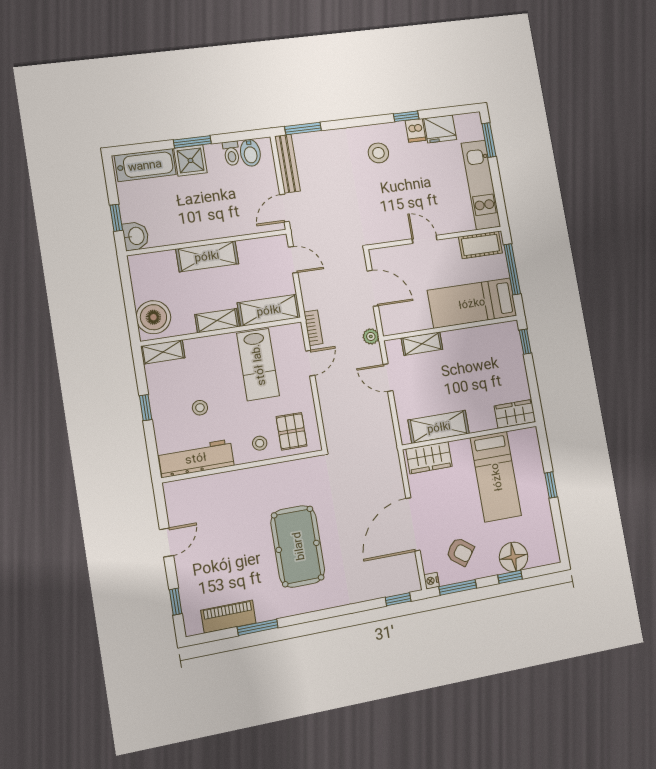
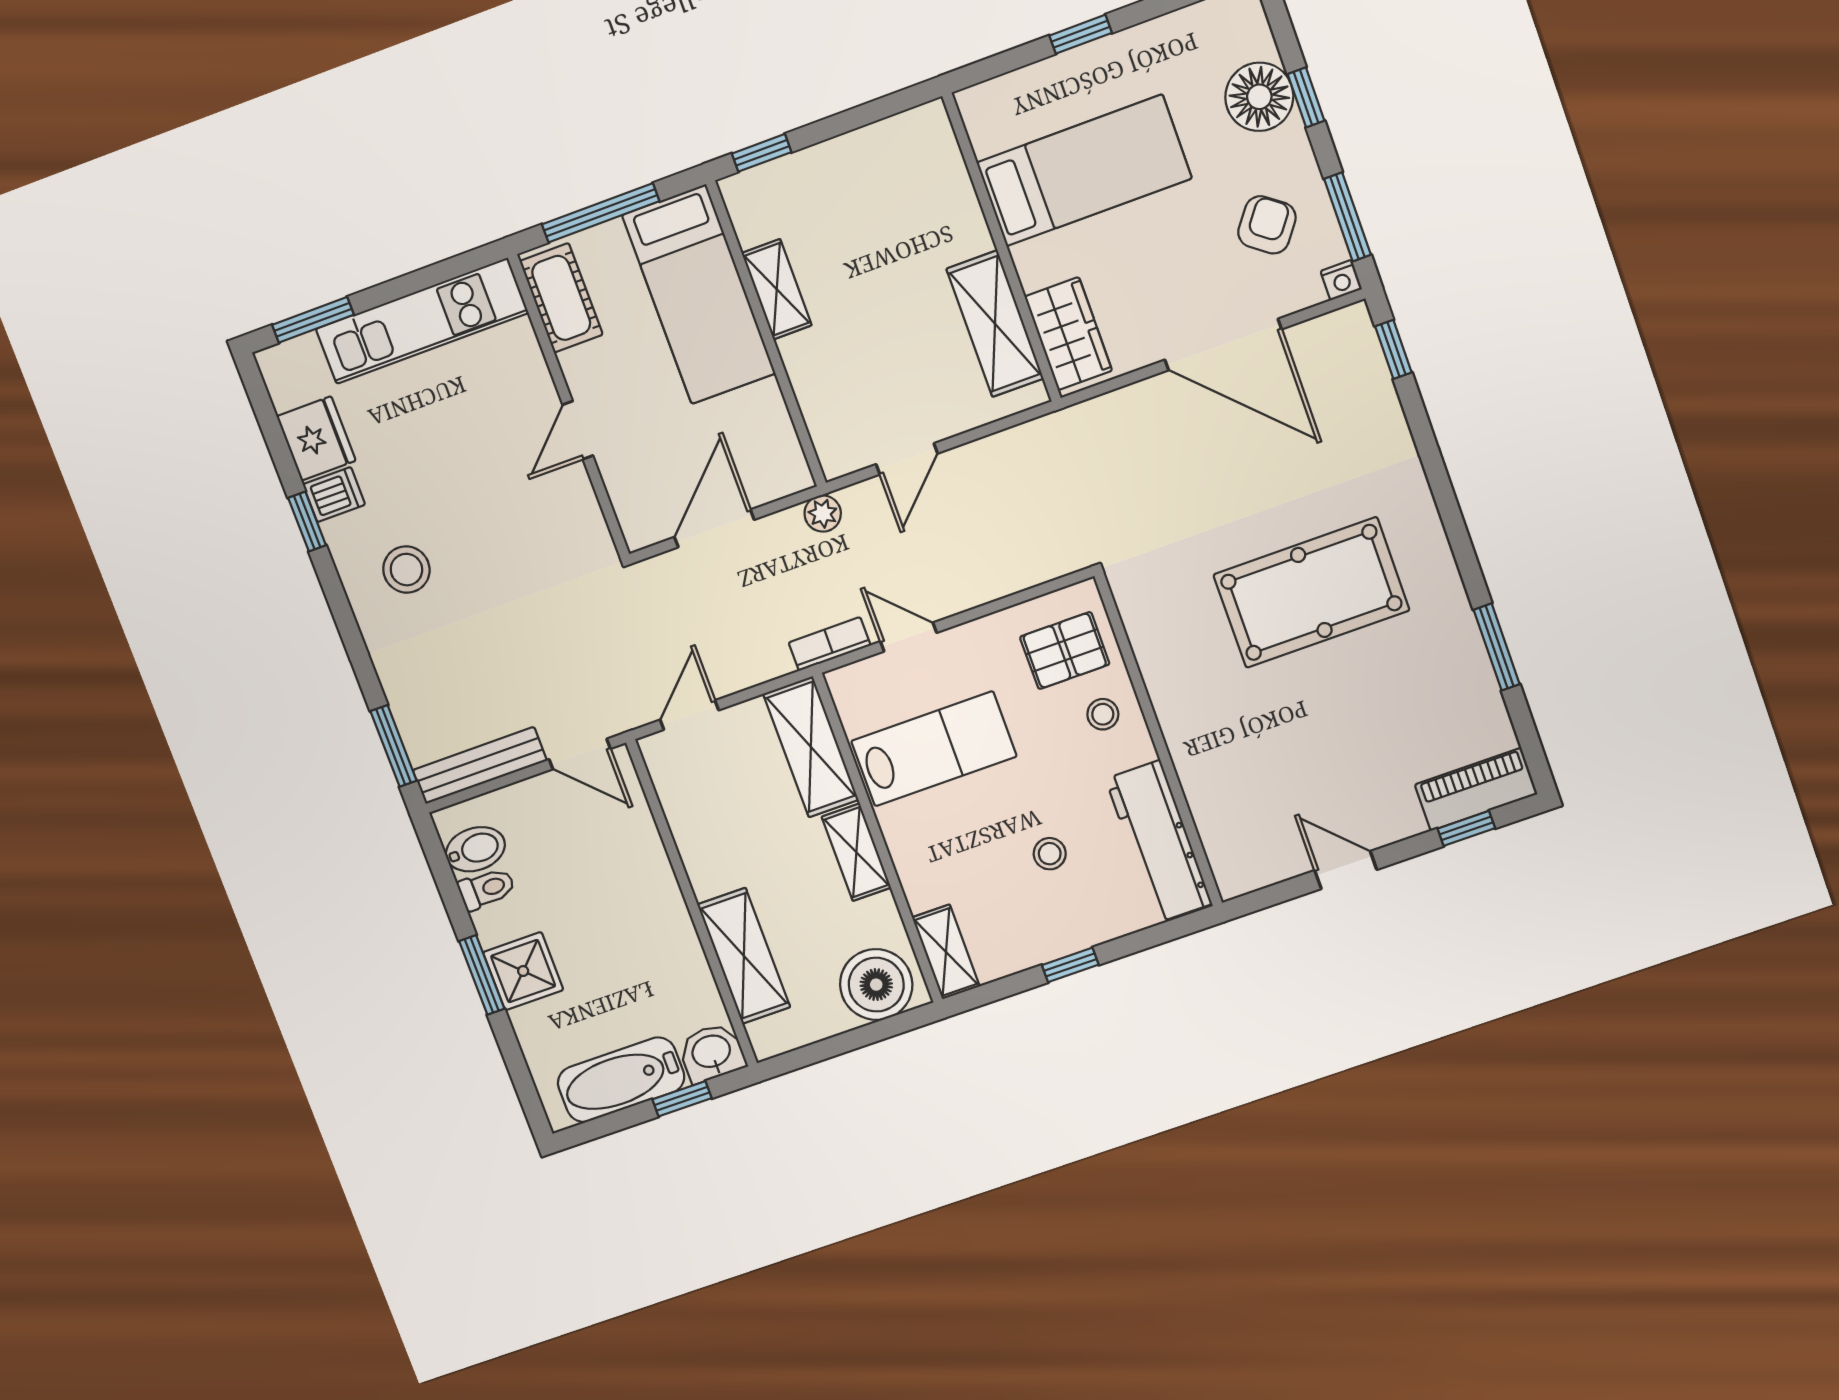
bathtub: (145, 165) -> (621, 1080), moved, turned -90
shelving: (207, 256) -> (744, 956), moved
shelving: (422, 344) -> (777, 289), moved
wardrobe: (515, 414) -> (933, 149), removed
piano: (228, 617) -> (1476, 789), moved, turned 90

